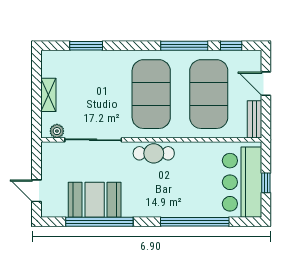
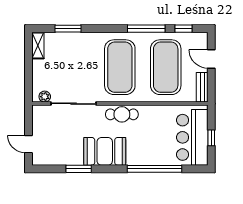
shelving: (48, 95) -> (38, 45), moved
booth: (95, 200) -> (105, 151), moved
window: (99, 222) -> (79, 169), width x0.47

